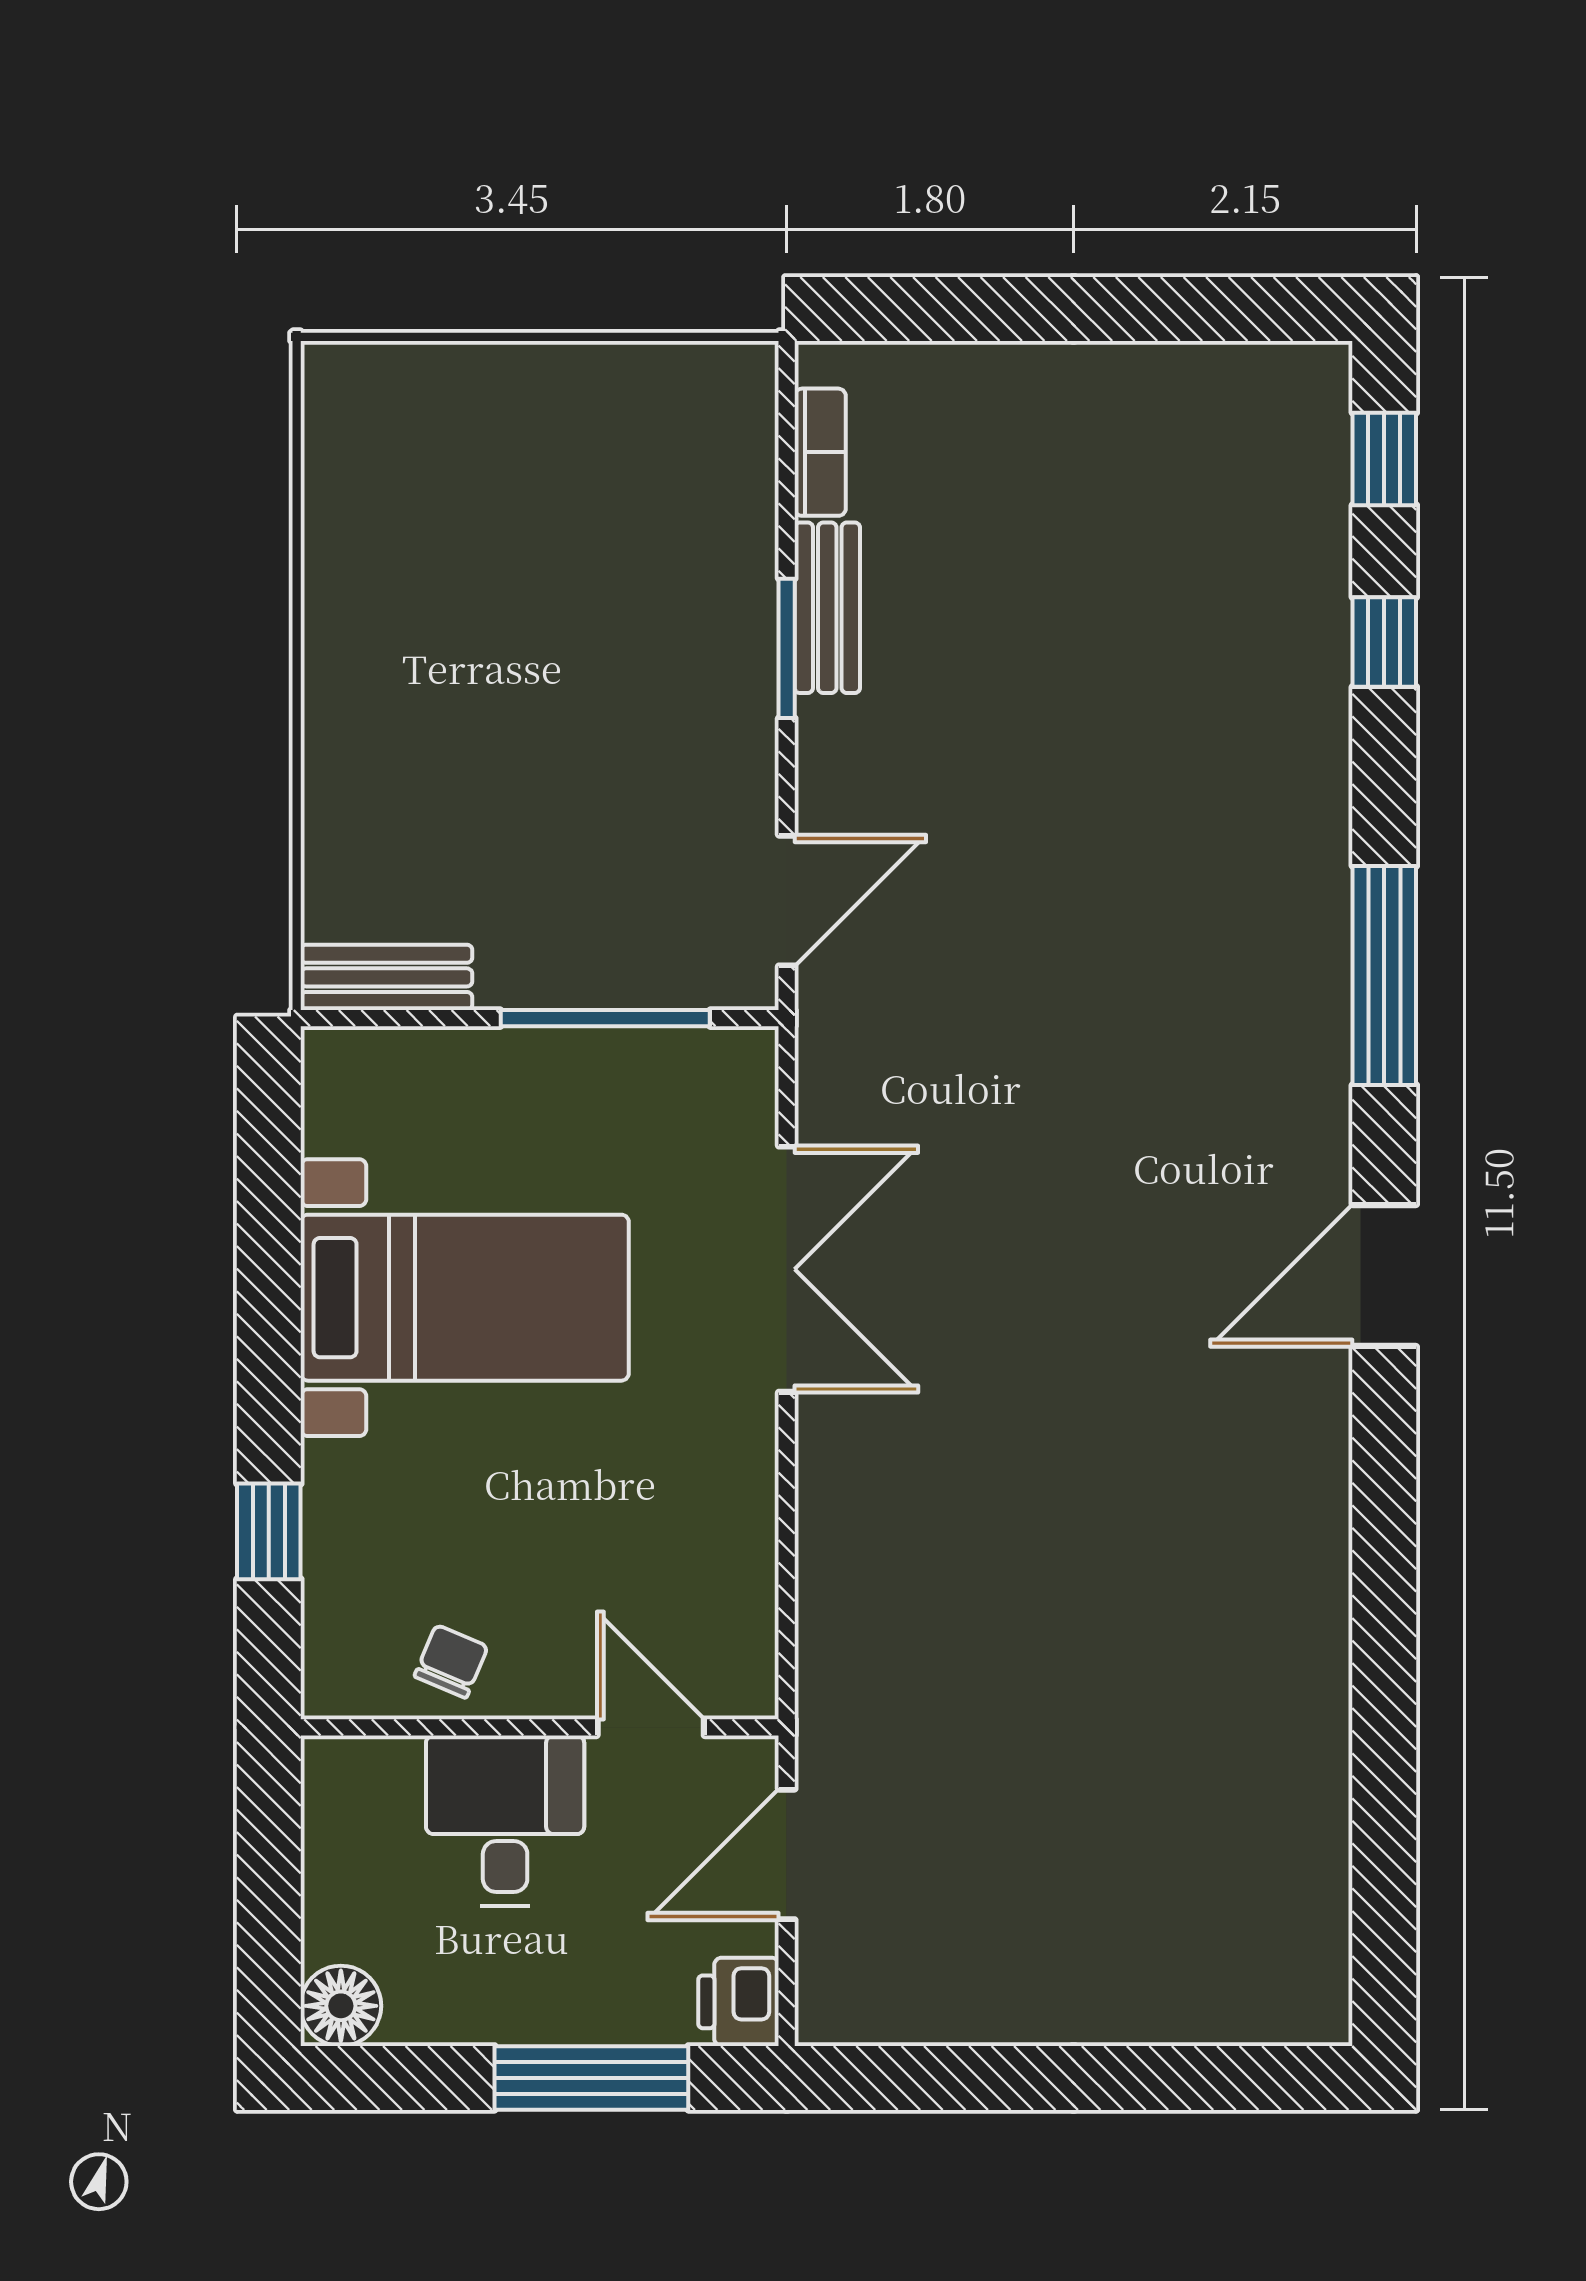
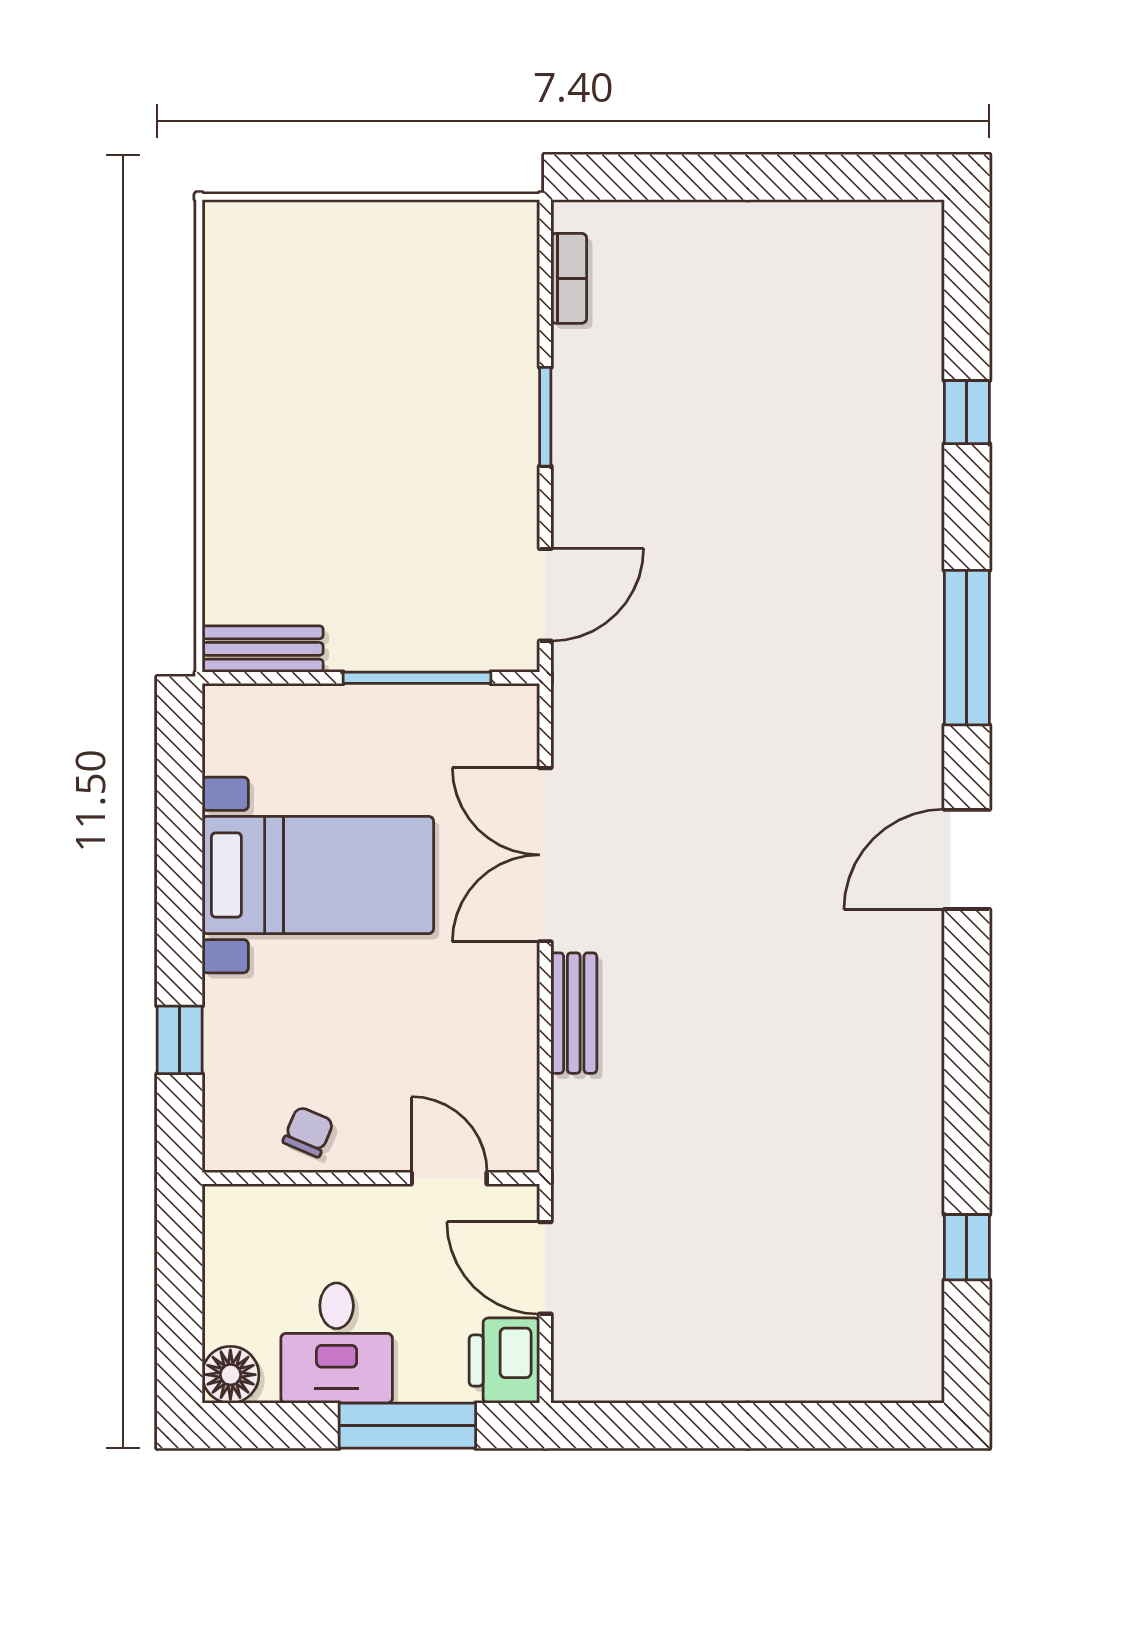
window: (1384, 459) -> (967, 1247), moved
bench: (827, 608) -> (574, 1013), moved
double door: (787, 1269) -> (545, 855), swing flipped
desk: (505, 1820) -> (337, 1343), moved, turned 180
door: (787, 1854) -> (545, 1268), hinge flipped
printer: (739, 2002) -> (504, 1361), width x1.36, depth x1.24

